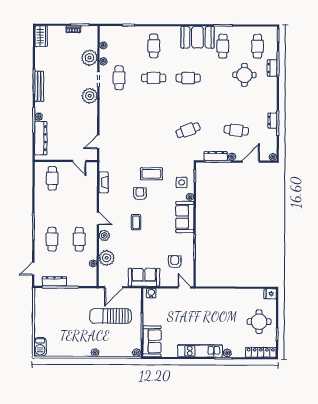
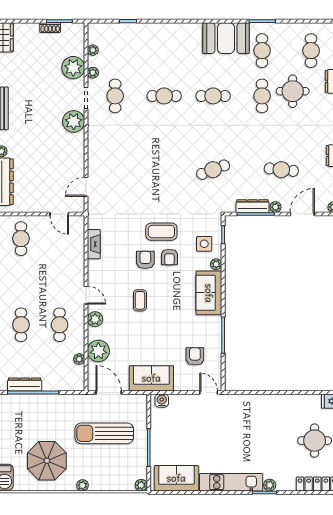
cafe table: (154, 46) -> (262, 96), moved
armchair: (157, 192) -> (170, 257), added
door: (114, 287) -> (109, 392), swing flipped
parasol: (70, 335) -> (47, 461), added
sofa: (152, 341) -> (176, 478), moved, turned -90

